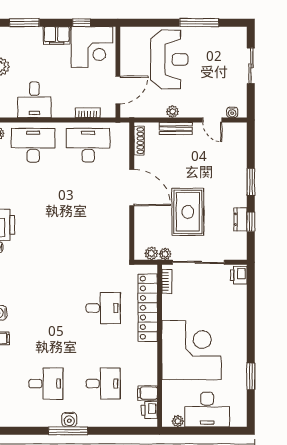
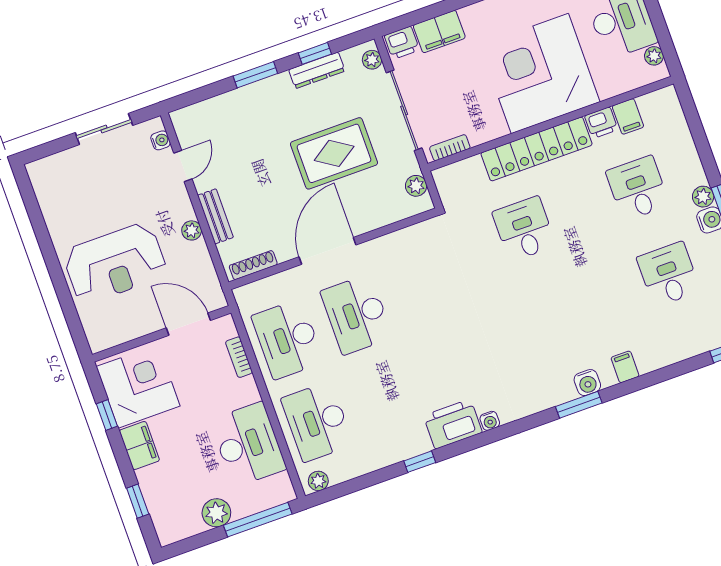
window: (24, 23) -> (138, 501), width x0.67
window: (199, 23) -> (44, 238), removed
reception desk: (169, 59) -> (115, 263), turned 180
sliding door: (251, 66) -> (104, 129), moved
desk: (34, 100) -> (248, 444), width x1.37
desk: (88, 191) -> (357, 314), added
dresser: (240, 219) -> (317, 70), width x1.44
plant: (165, 254) -> (372, 60), moved
filing cabinet: (237, 300) -> (439, 32), added
locker: (148, 308) -> (537, 149), moved
printer: (149, 410) -> (601, 123), moved
plant: (84, 420) -> (703, 197), added

